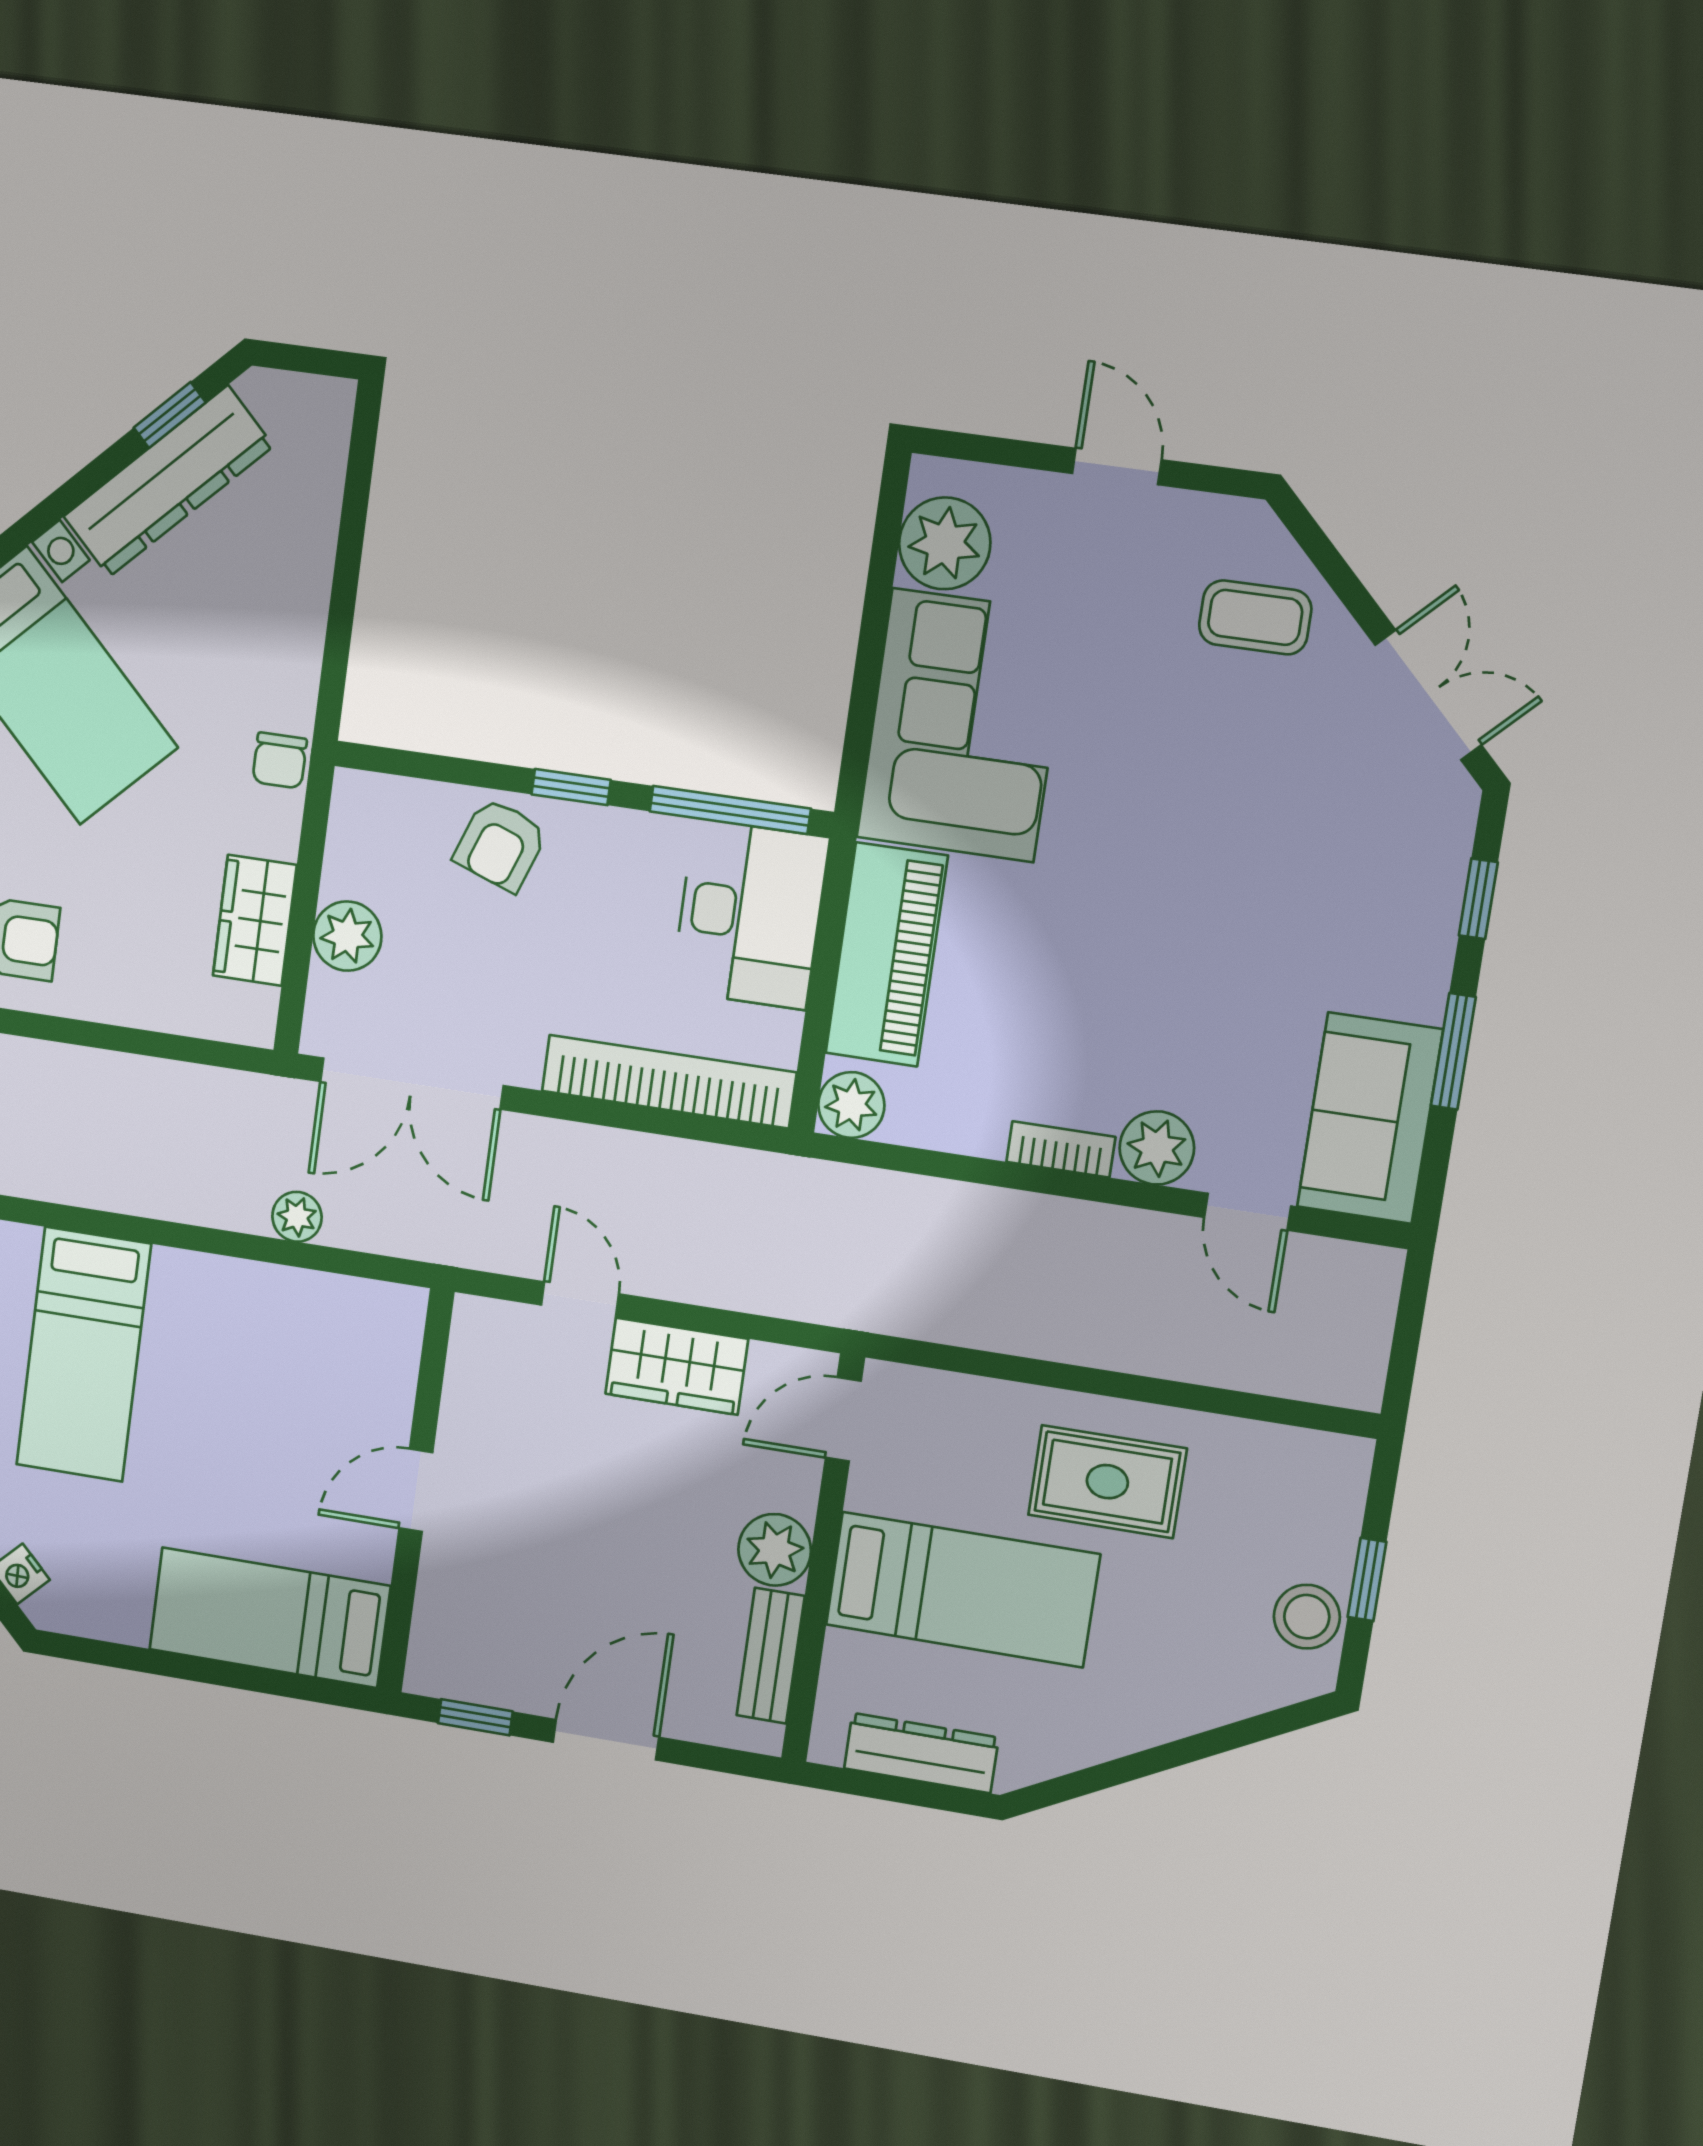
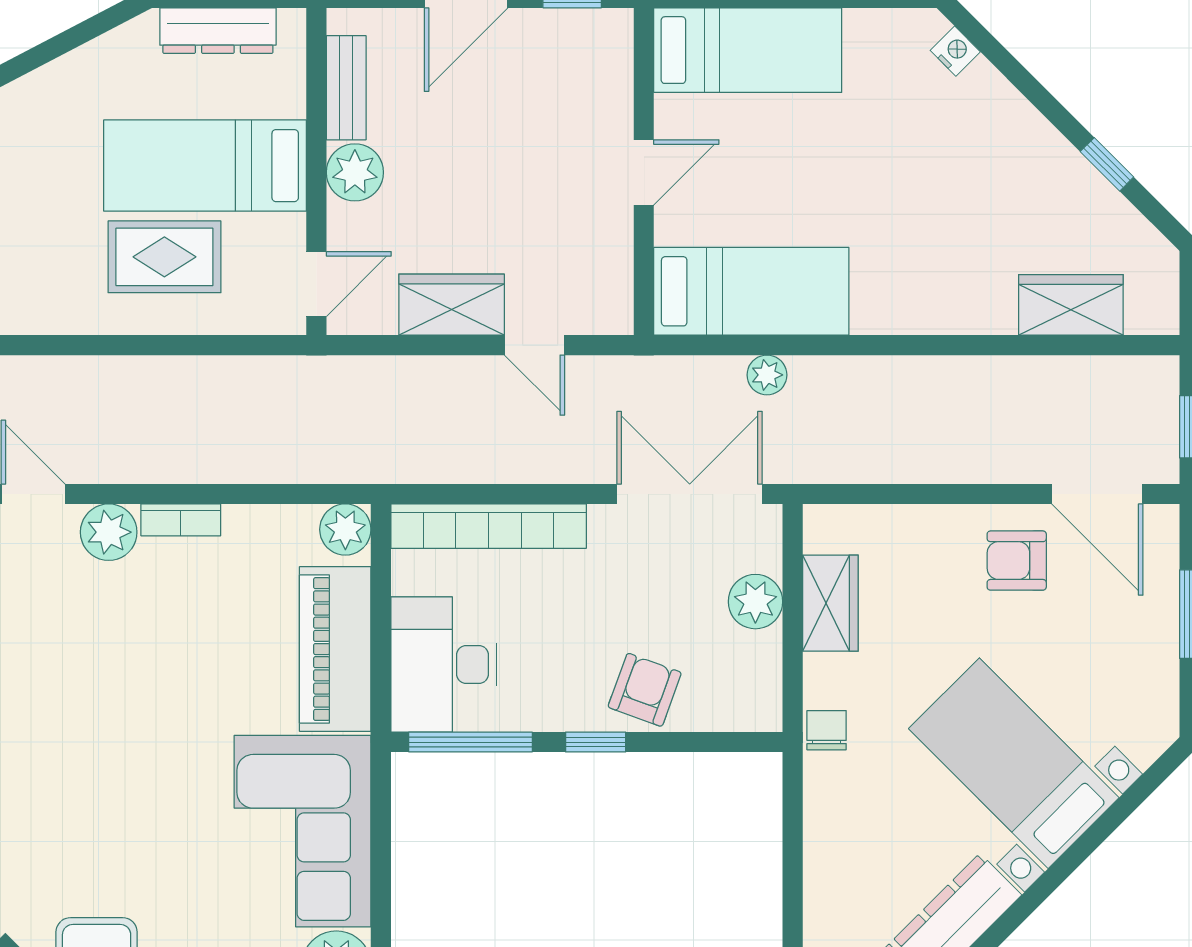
bed: (84, 1354) -> (751, 291), moved, turned 90
rug: (1107, 1482) -> (164, 257), moved

